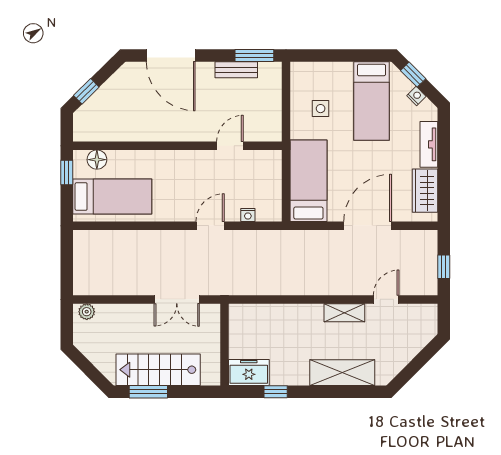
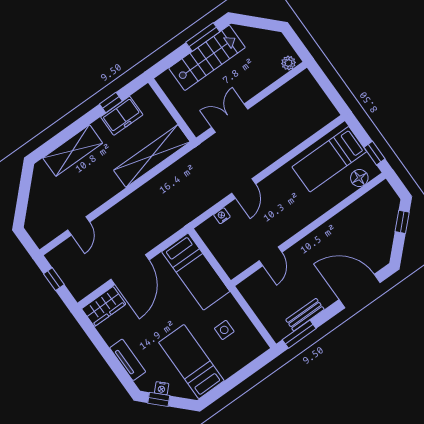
window: (413, 75) -> (159, 399), moved
wardrobe: (425, 191) -> (104, 307), moved, turned 90
shelving: (344, 313) -> (152, 156), moved, width x2.20, depth x1.33
freezer: (249, 372) -> (122, 116), moved

